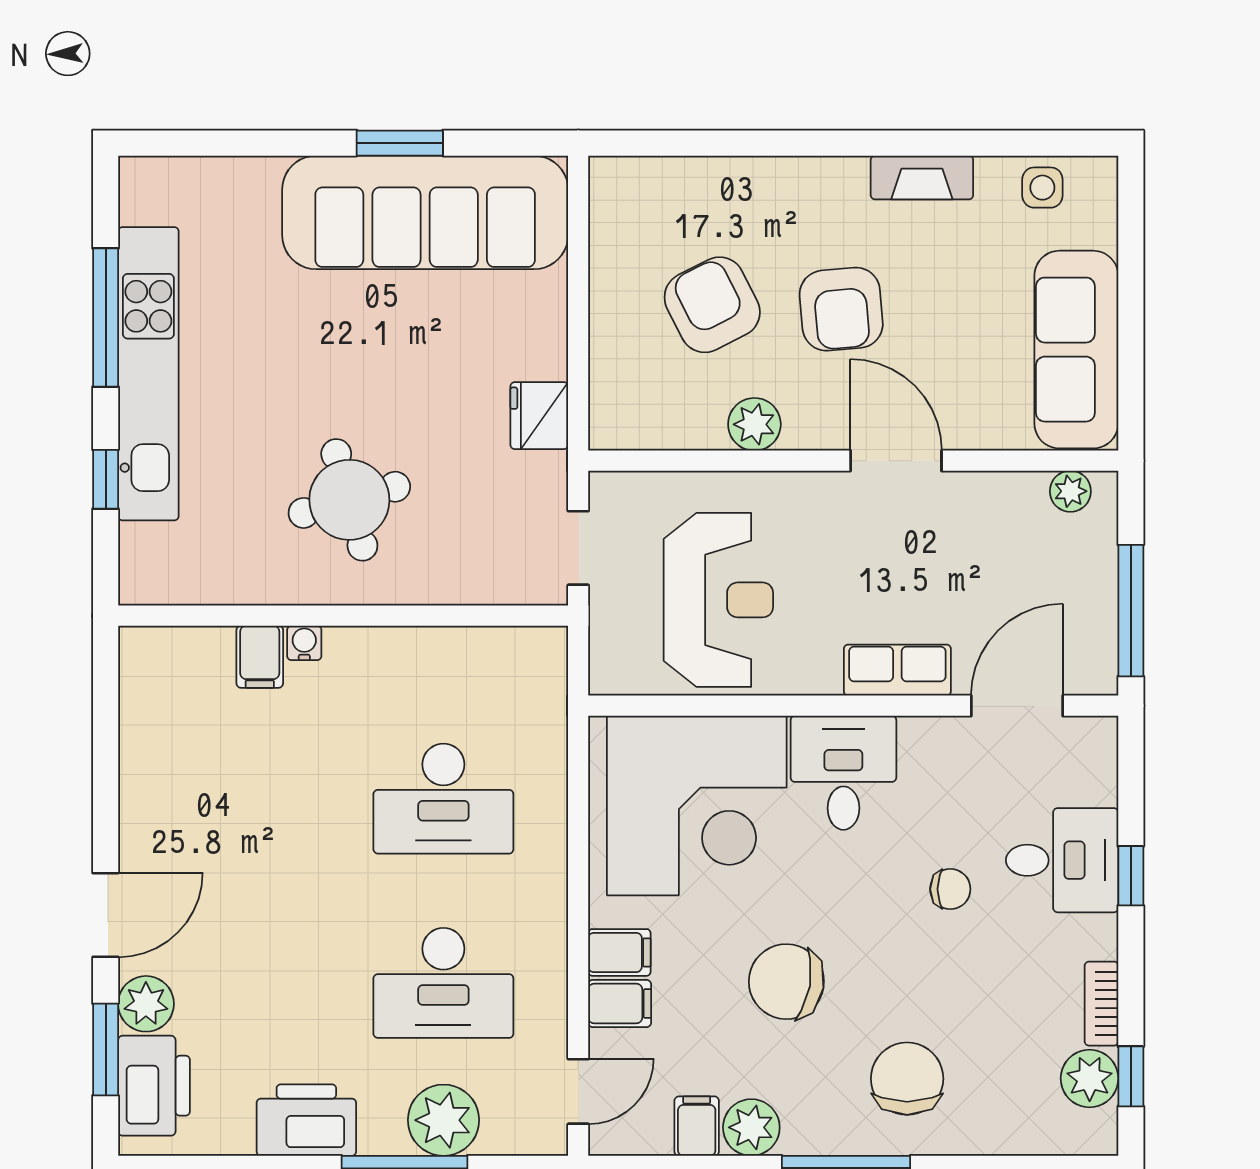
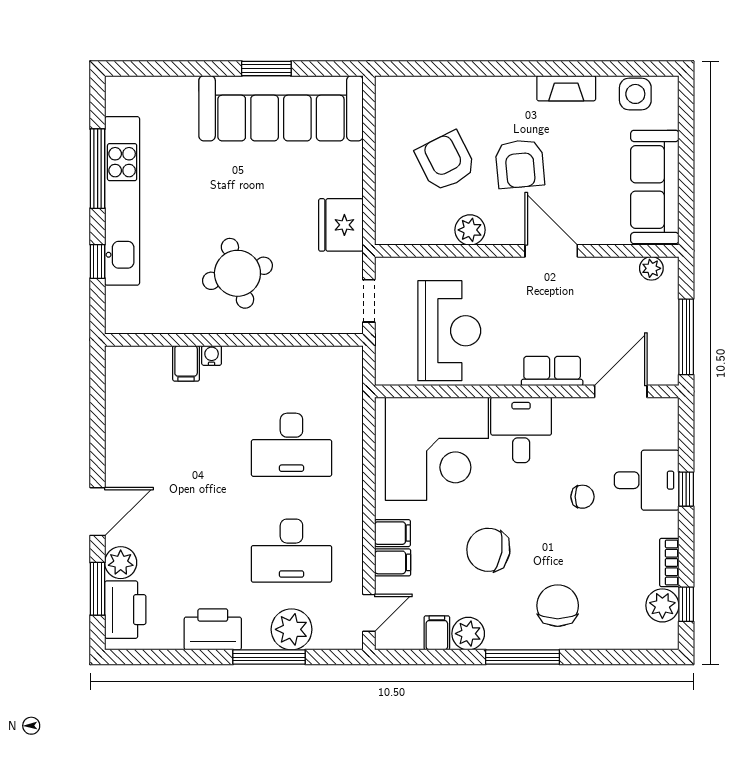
side table: (1042, 188) -> (635, 94), width x1.37, depth x1.37
fridge: (539, 416) -> (341, 225), width x1.36, depth x1.34

